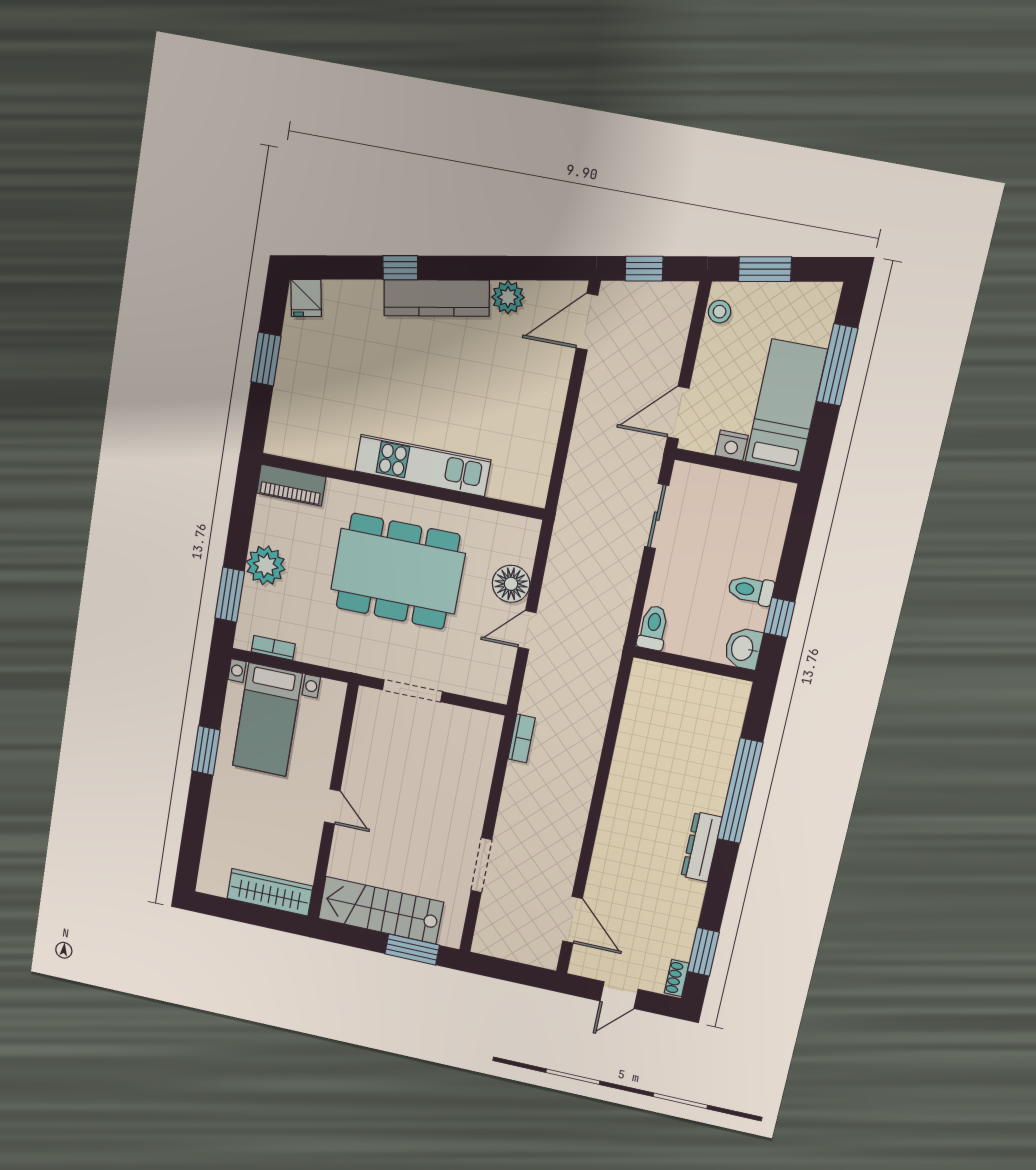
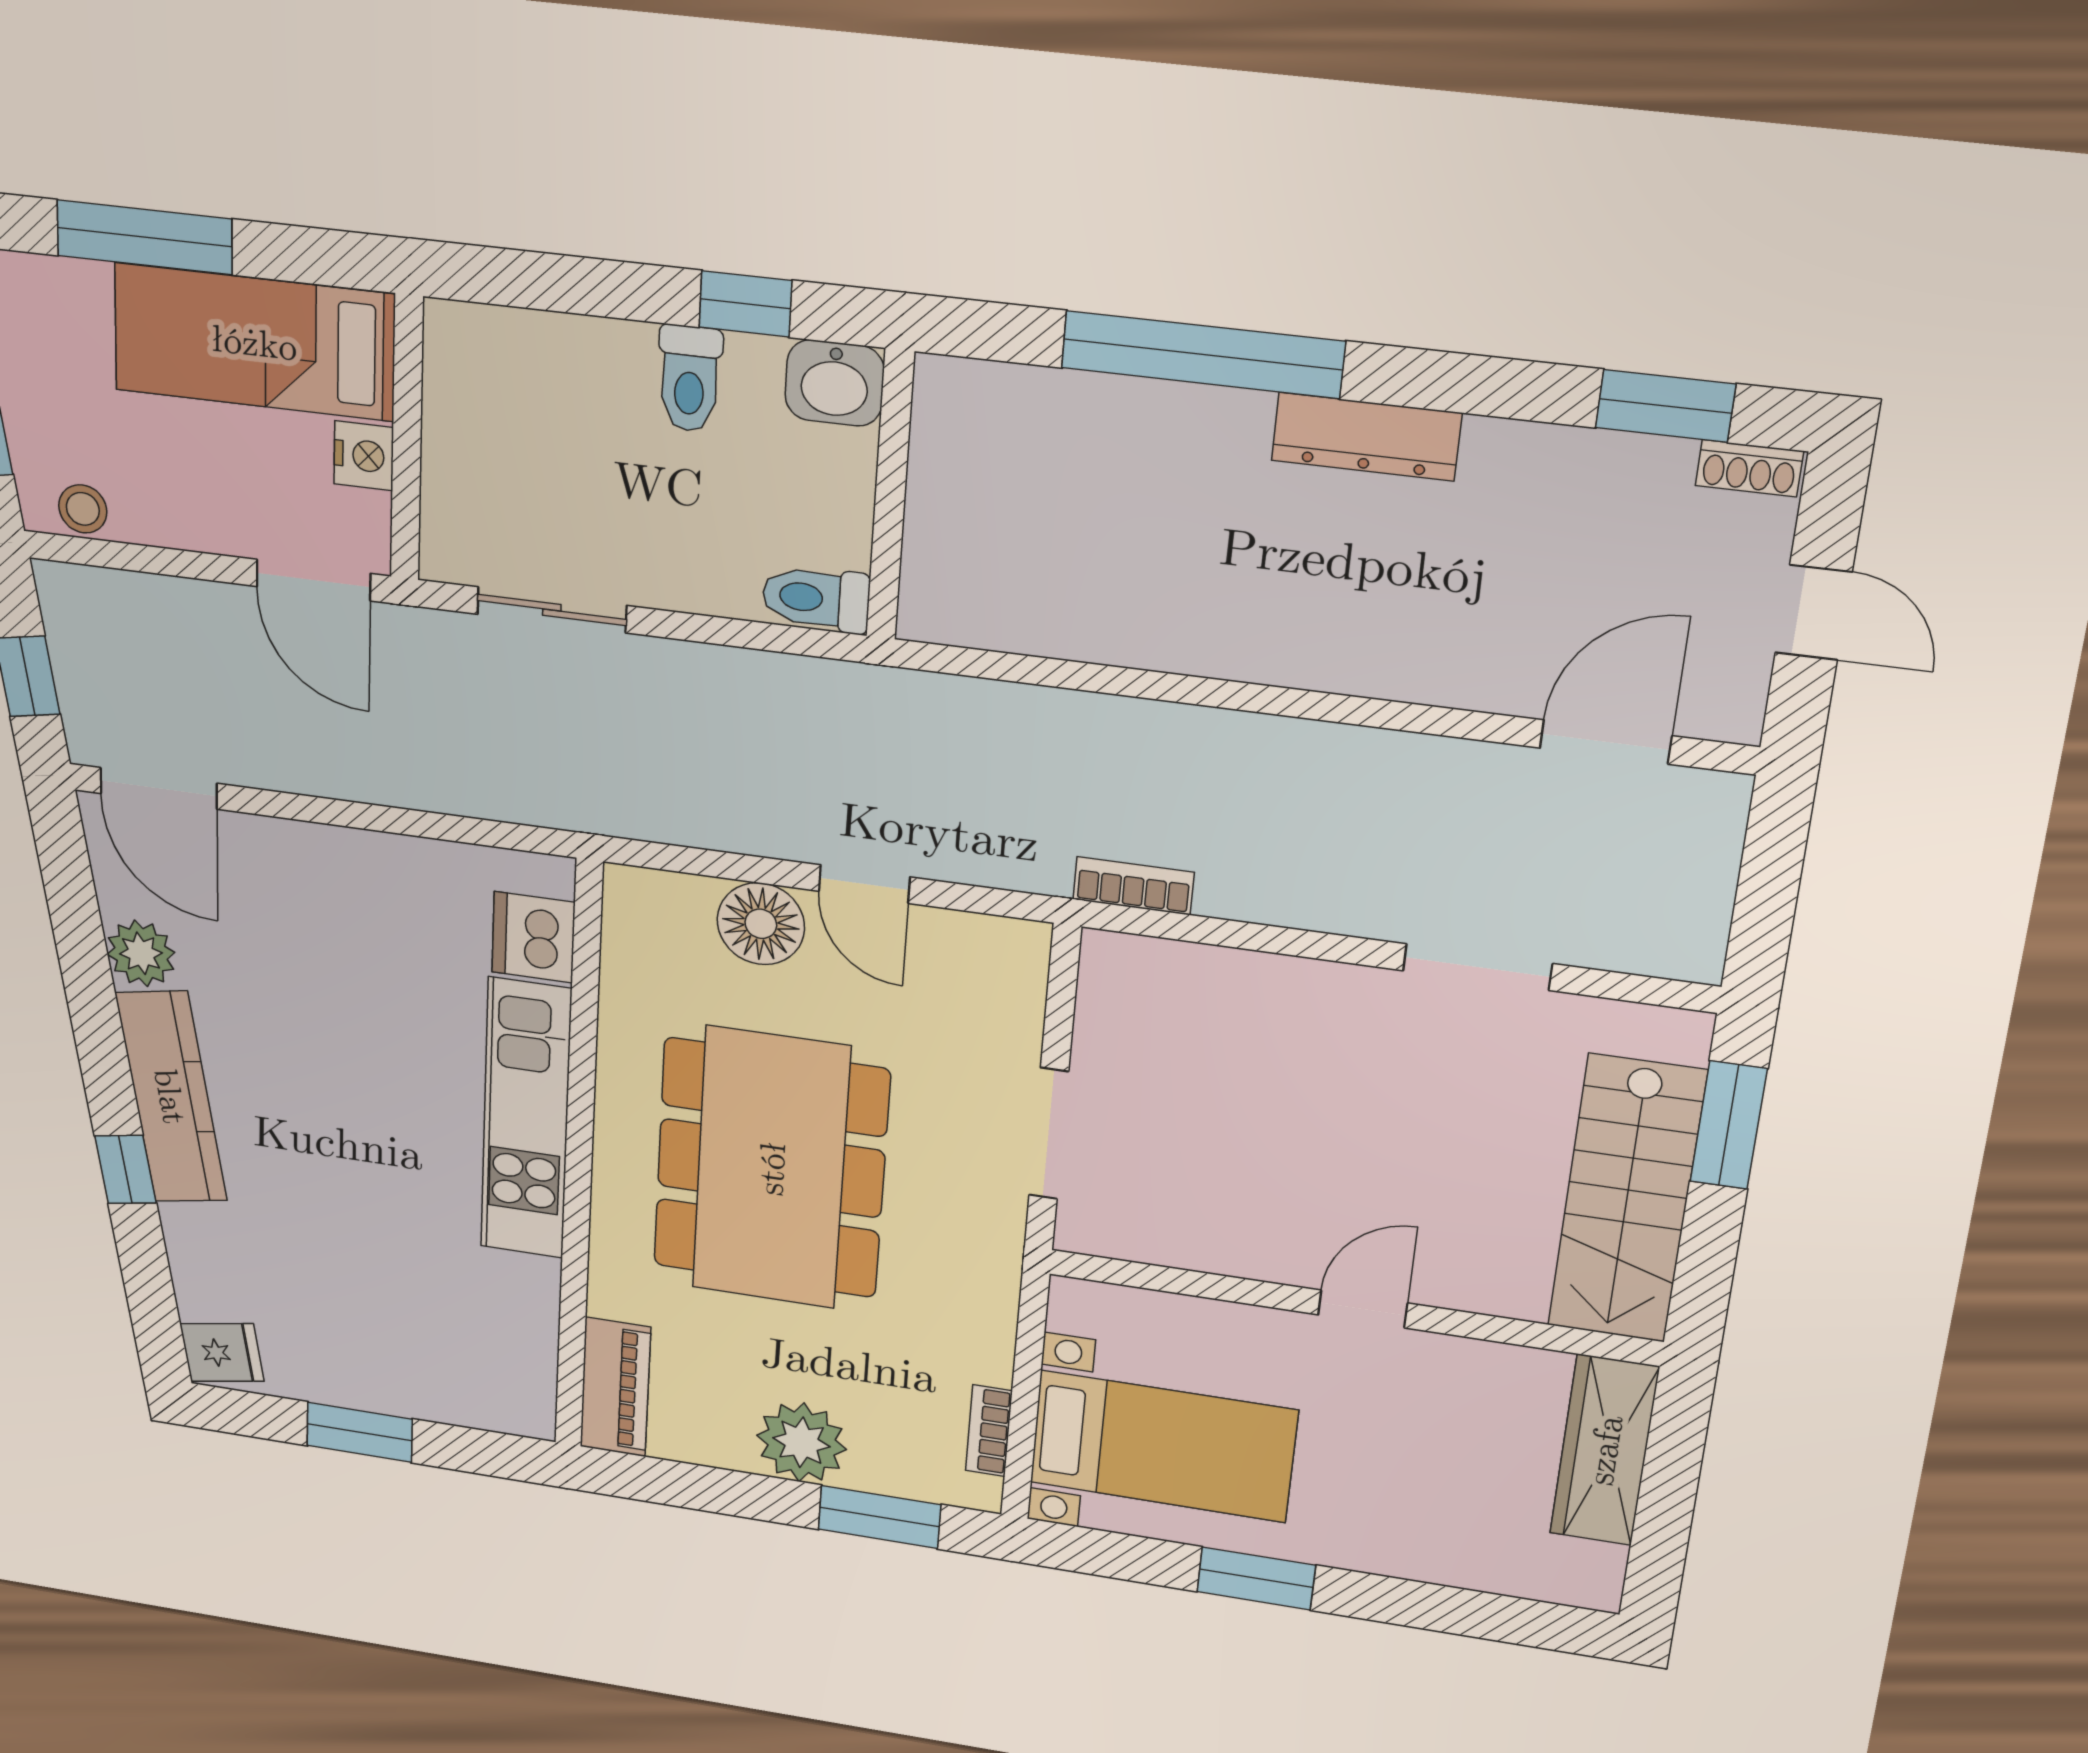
dishwasher: (509, 483) -> (533, 937), added

